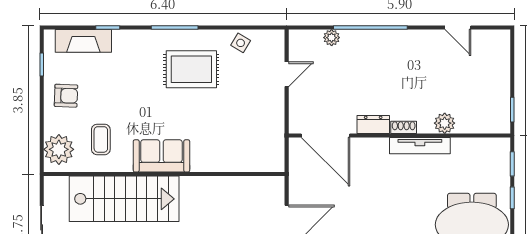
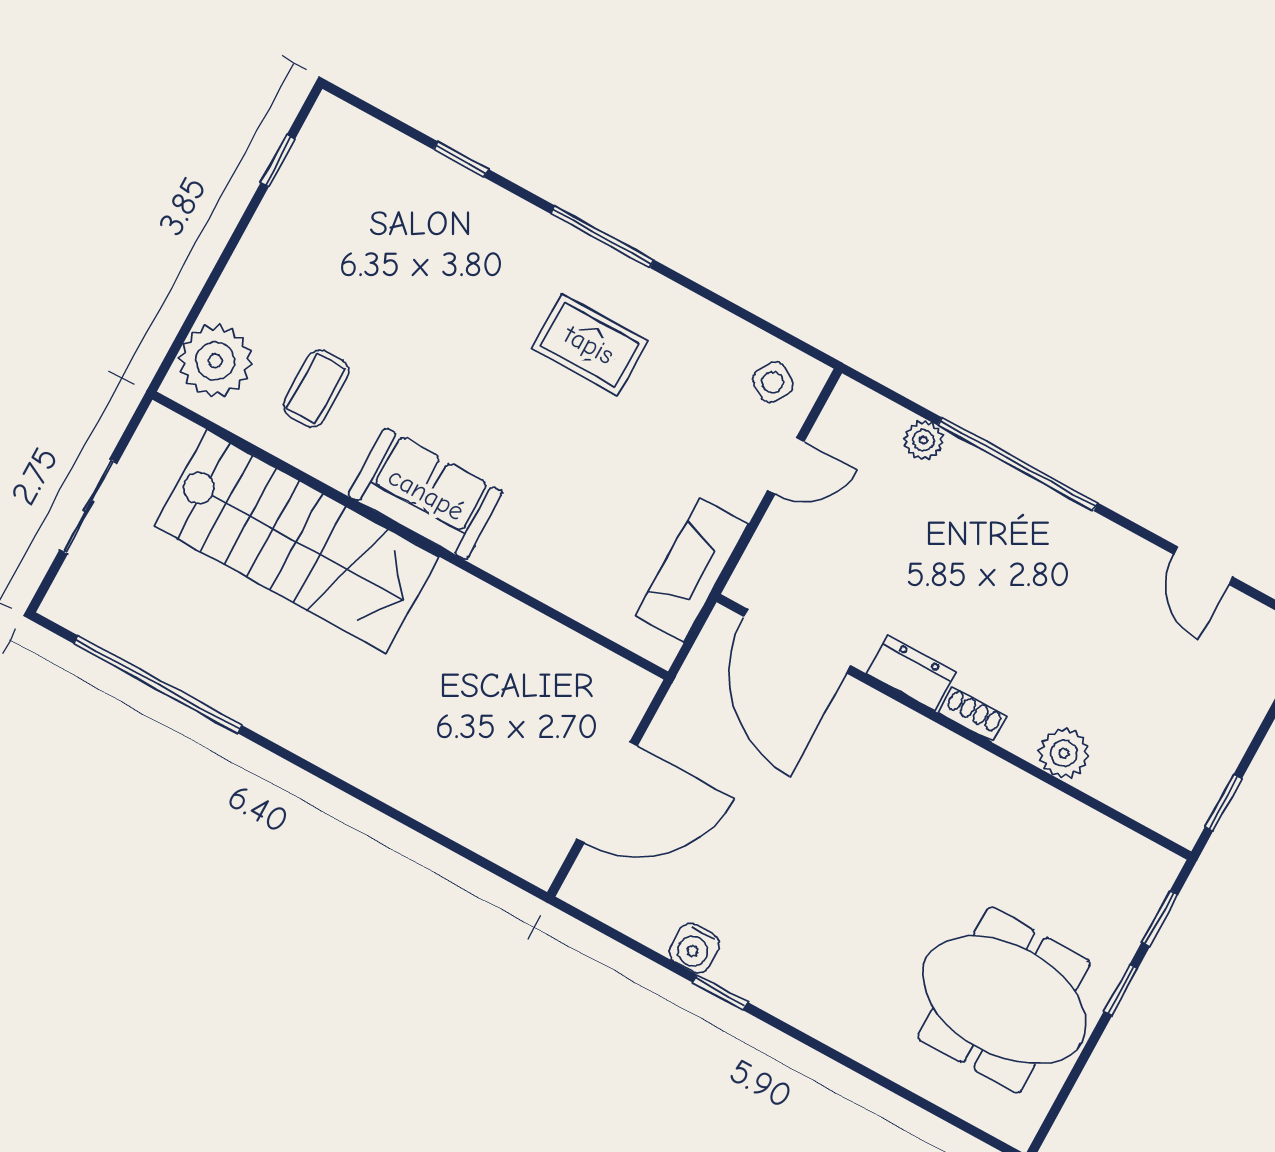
fireplace: (83, 41) -> (692, 570), moved, turned 90
side table: (241, 43) -> (773, 382), moved
rug: (191, 69) -> (589, 345), width x0.73, depth x0.70
armchair: (66, 96) -> (293, 255), removed
tv unit: (420, 146) -> (986, 772), removed

